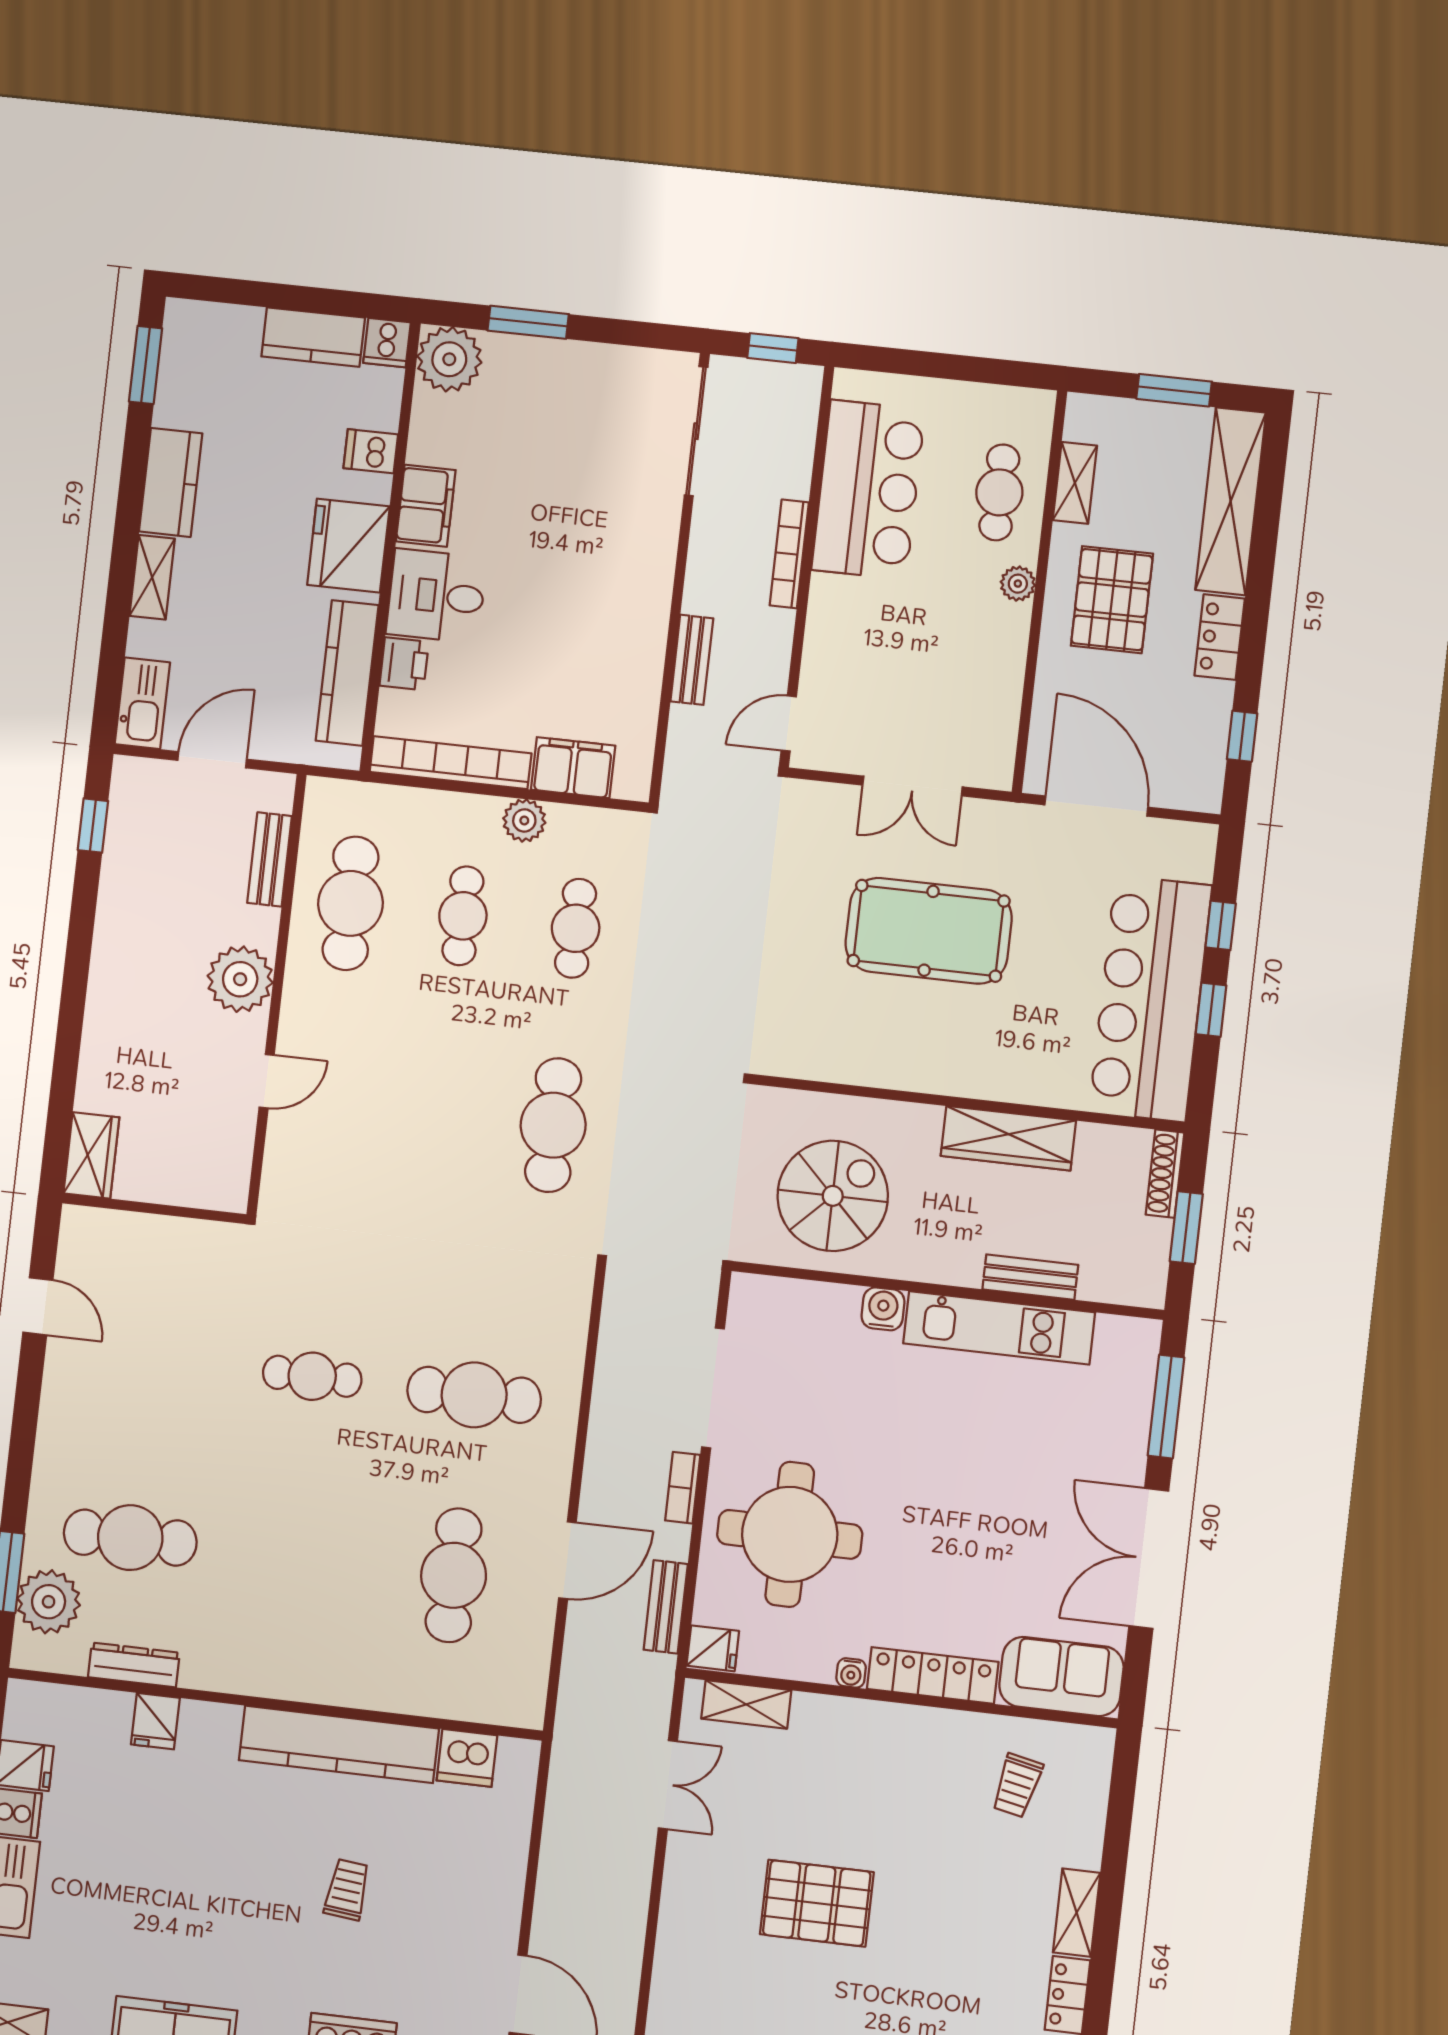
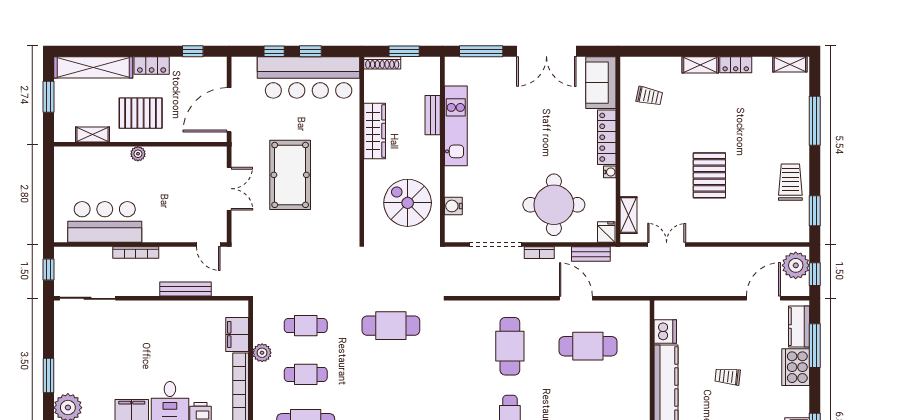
cafe table: (999, 492) -> (100, 166), removed
bench: (692, 660) -> (186, 289), width x1.36
water cooler: (883, 1309) -> (453, 206), moved

